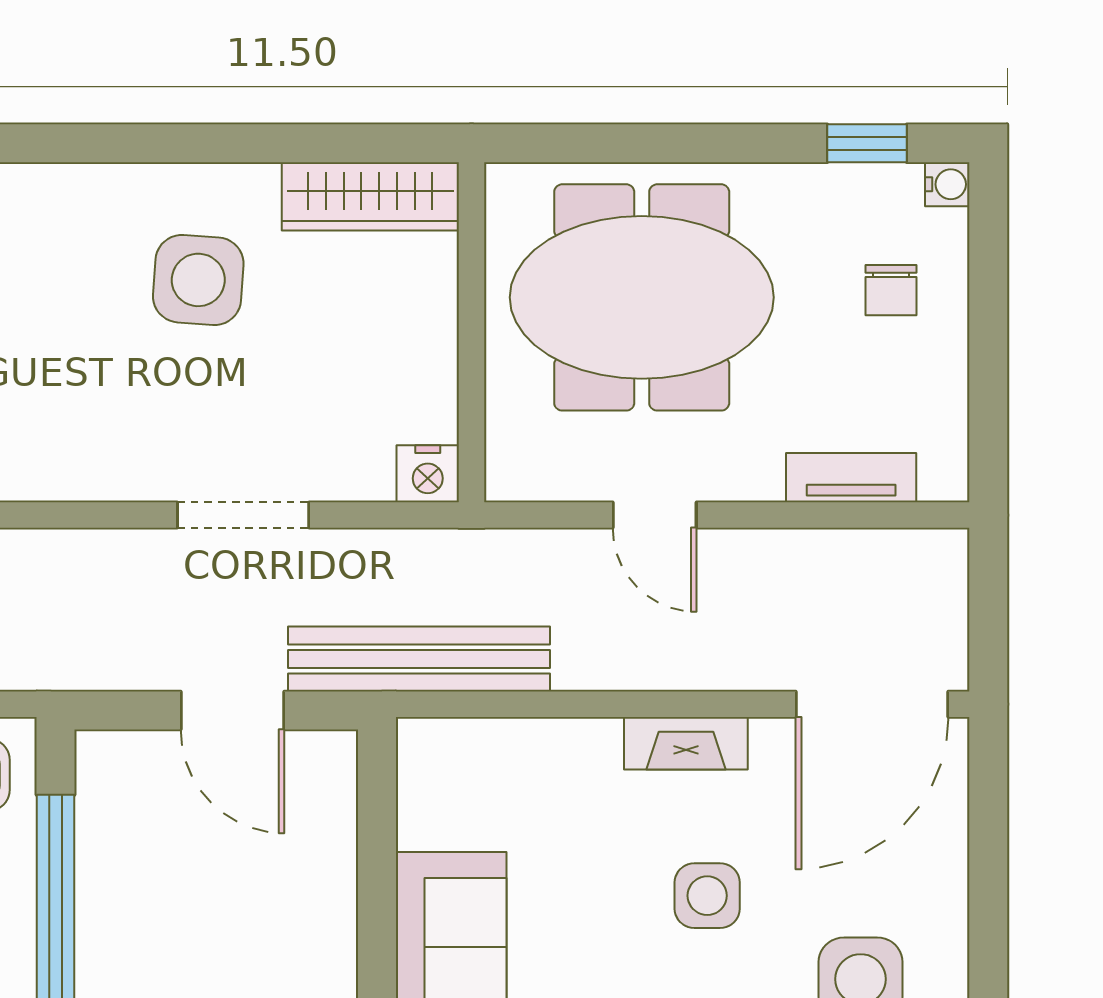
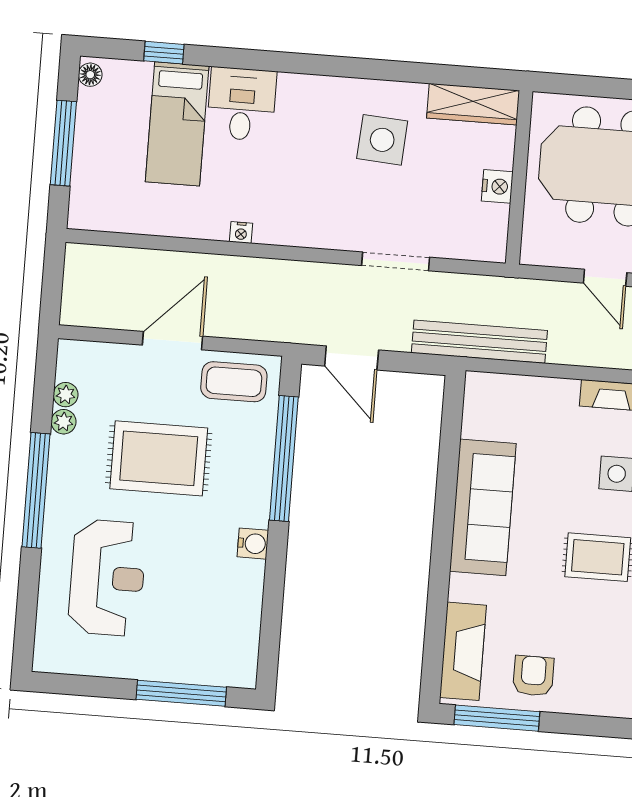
nightstand: (428, 474) -> (497, 186), moved, turned -90
door: (232, 710) -> (352, 358), moved

